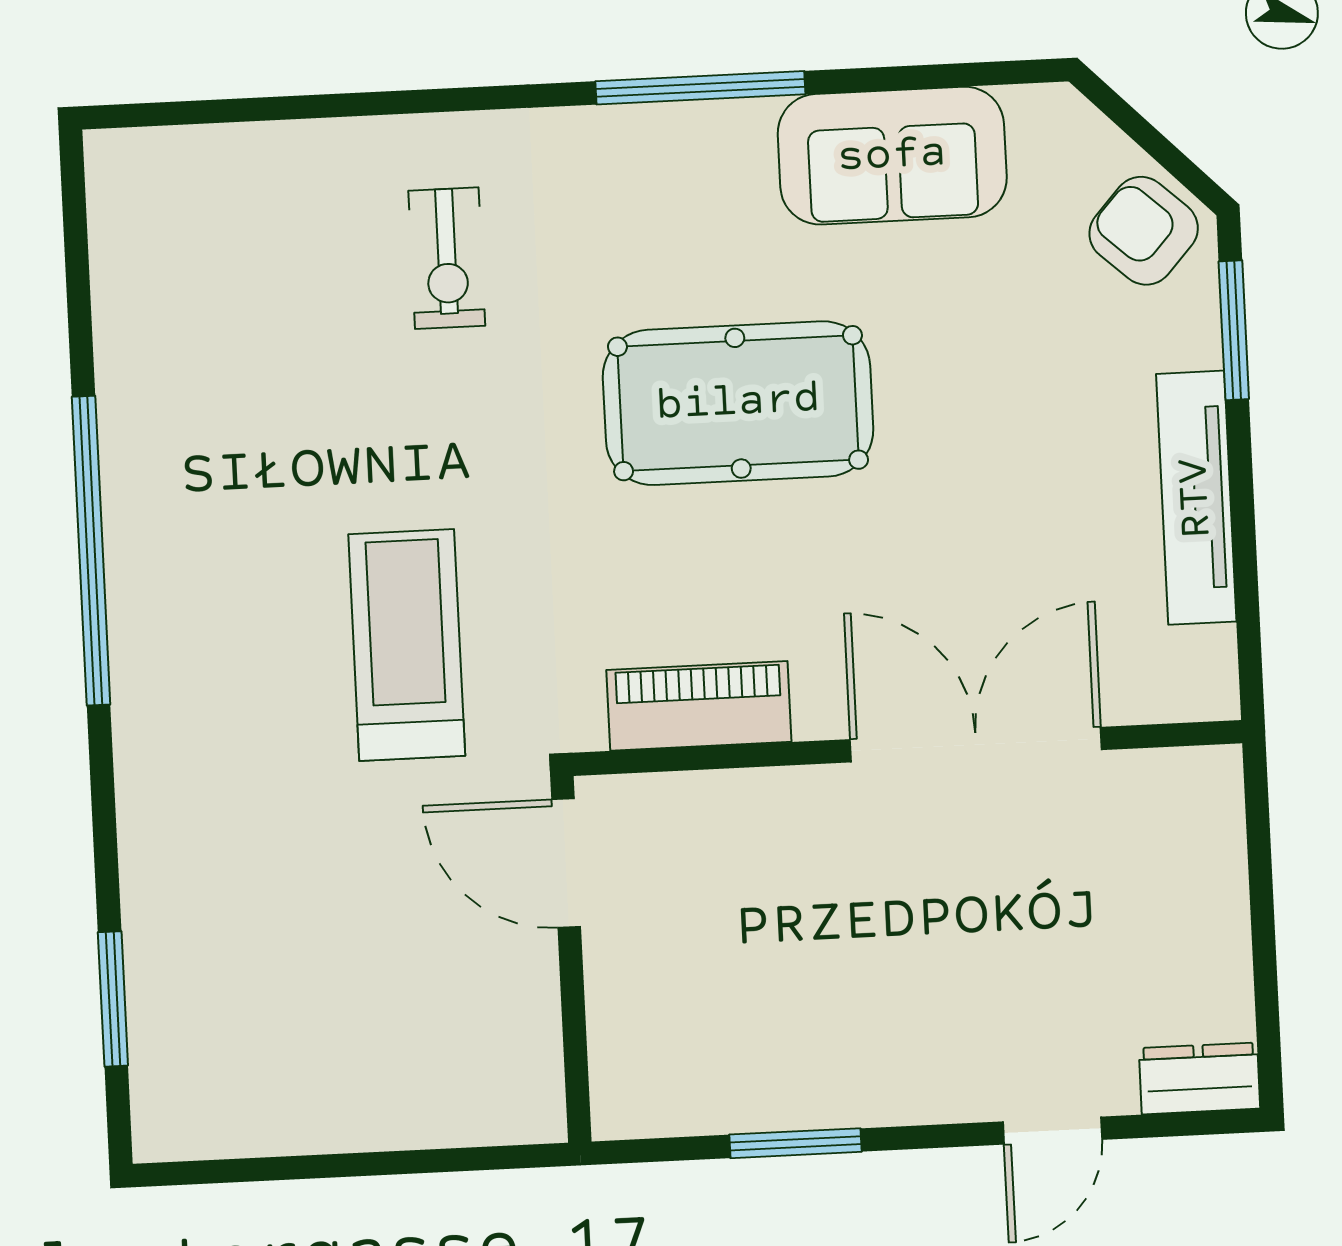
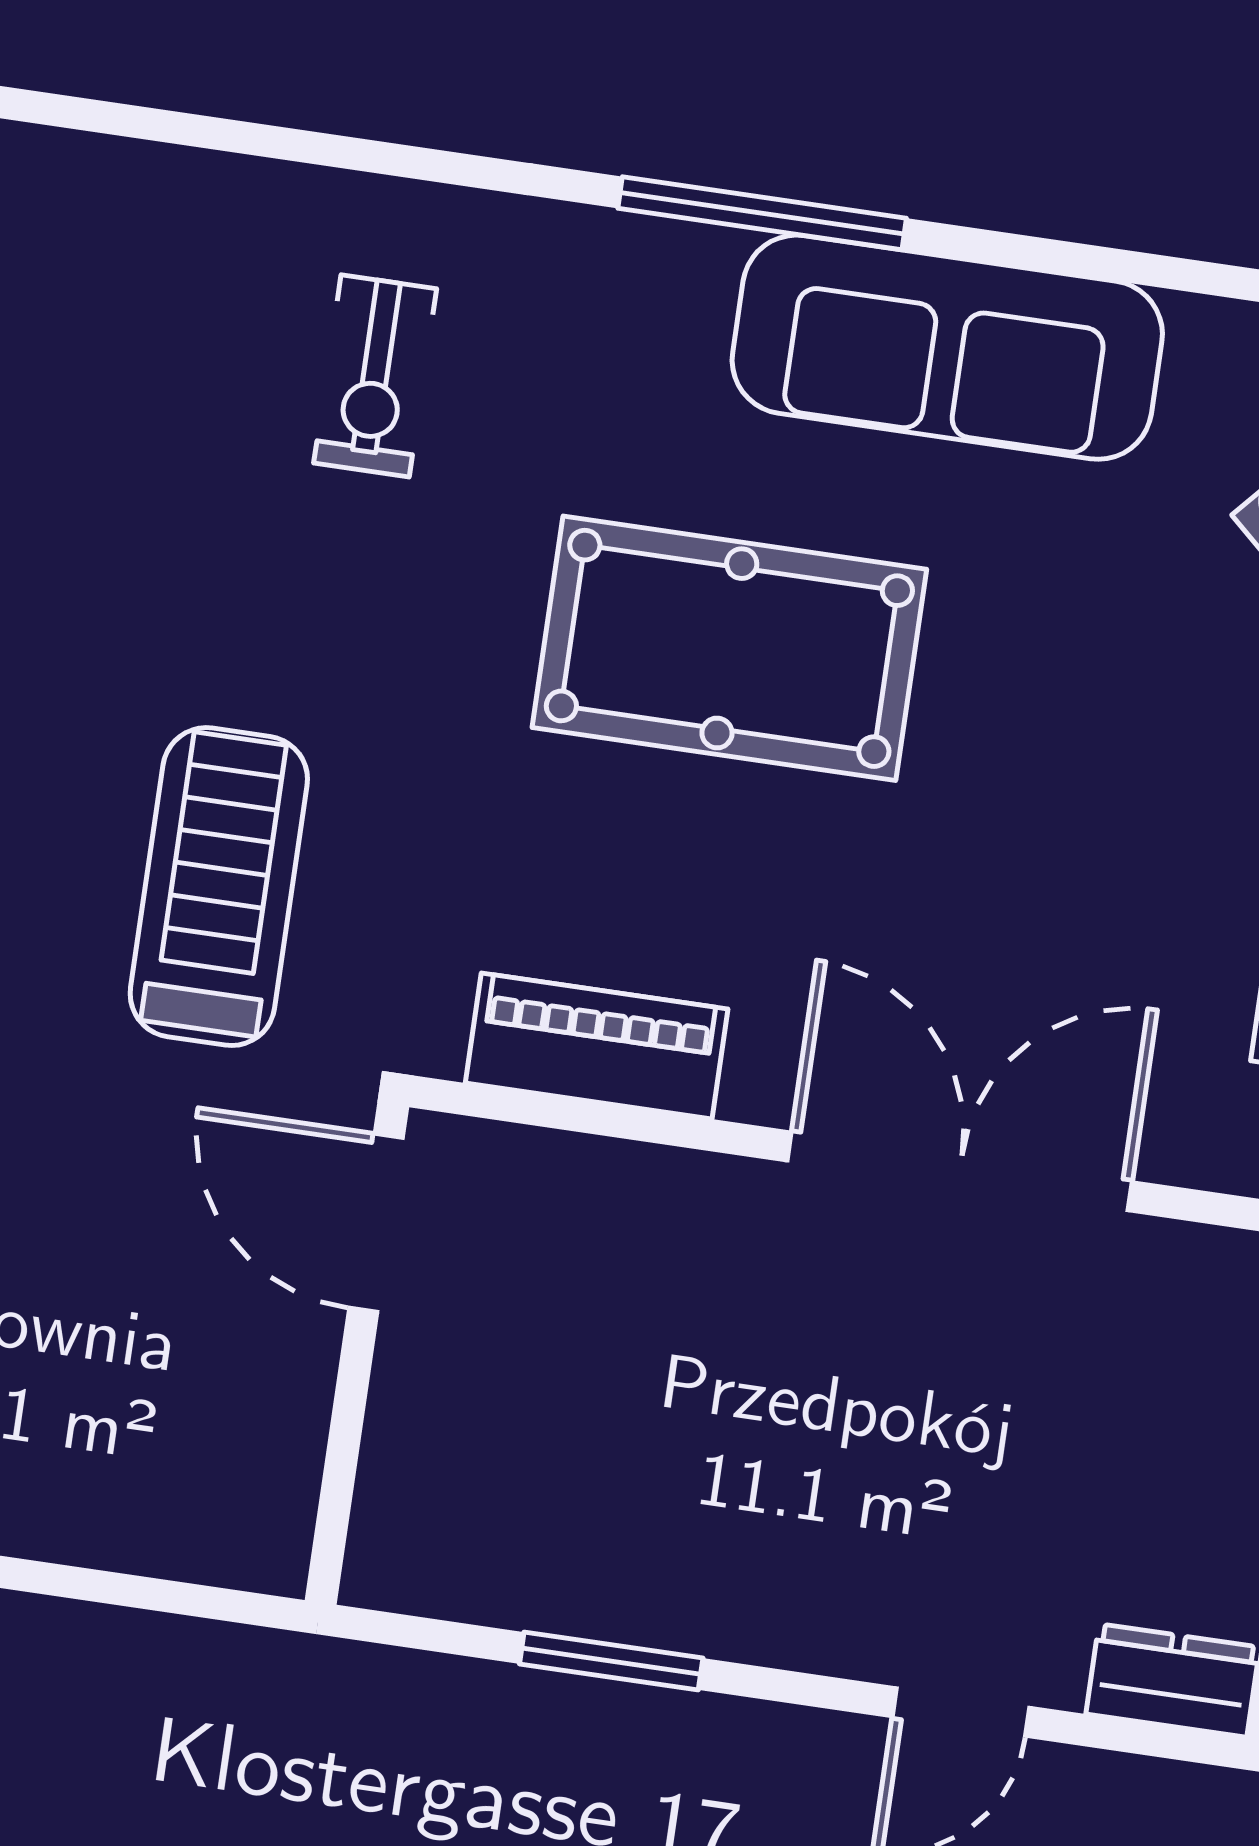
sofa: (892, 156) -> (947, 347), width x1.36

